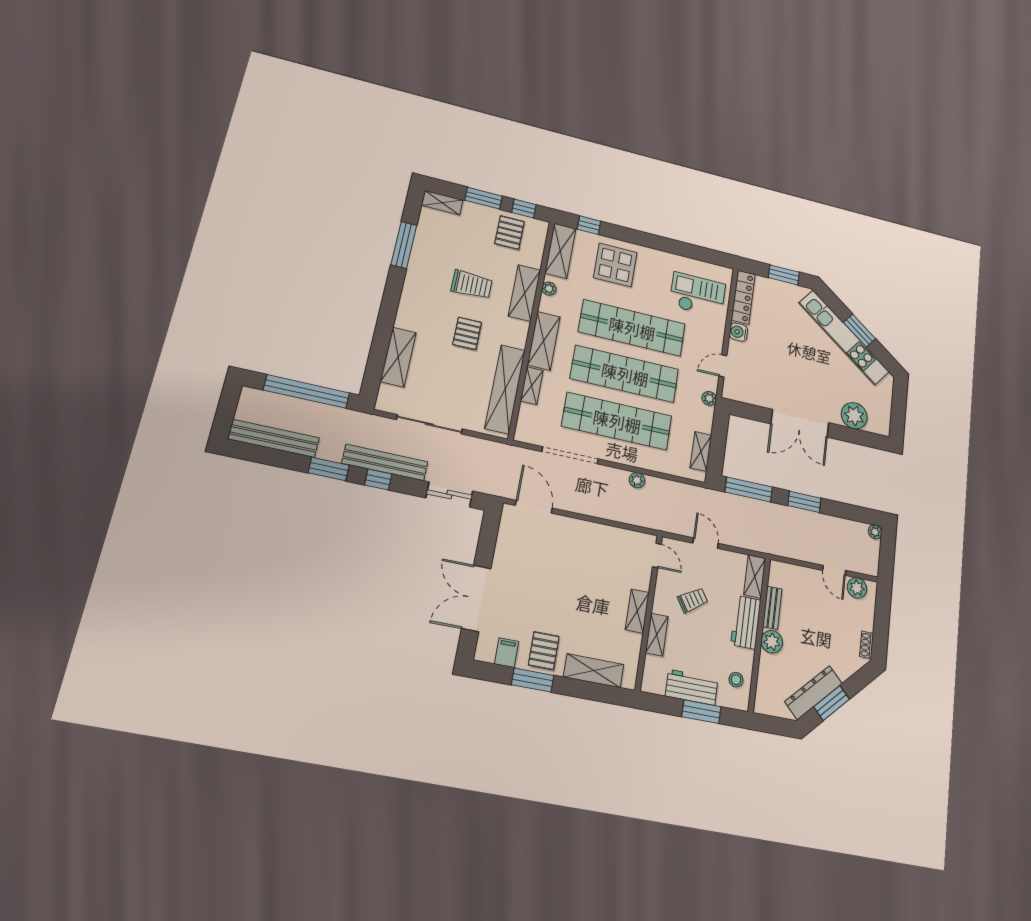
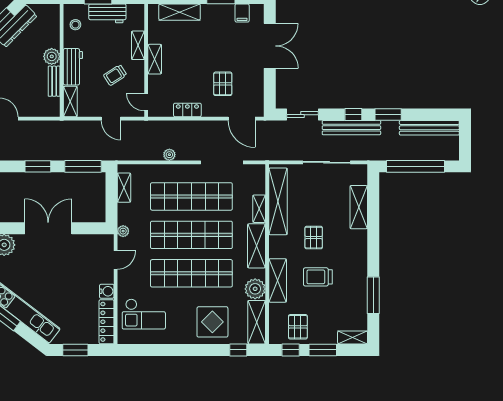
plant: (549, 289) -> (255, 289), width x1.88, depth x1.88
locker: (604, 534) -> (187, 110), added
pallet: (544, 651) -> (223, 84), moved

